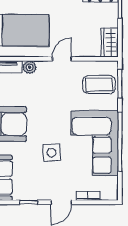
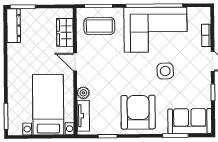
wardrobe: (110, 42) -> (65, 32), moved, turned 90
coffee table: (99, 84) -> (99, 26), turned 90

